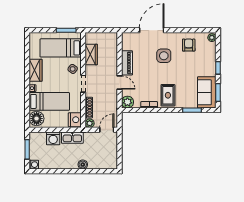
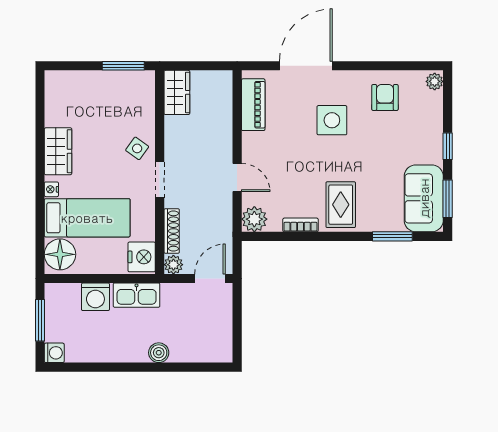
bed: (61, 48) -> (111, 104), removed
wardrobe: (91, 54) -> (177, 92), moved
piano: (127, 63) -> (253, 105), moved

